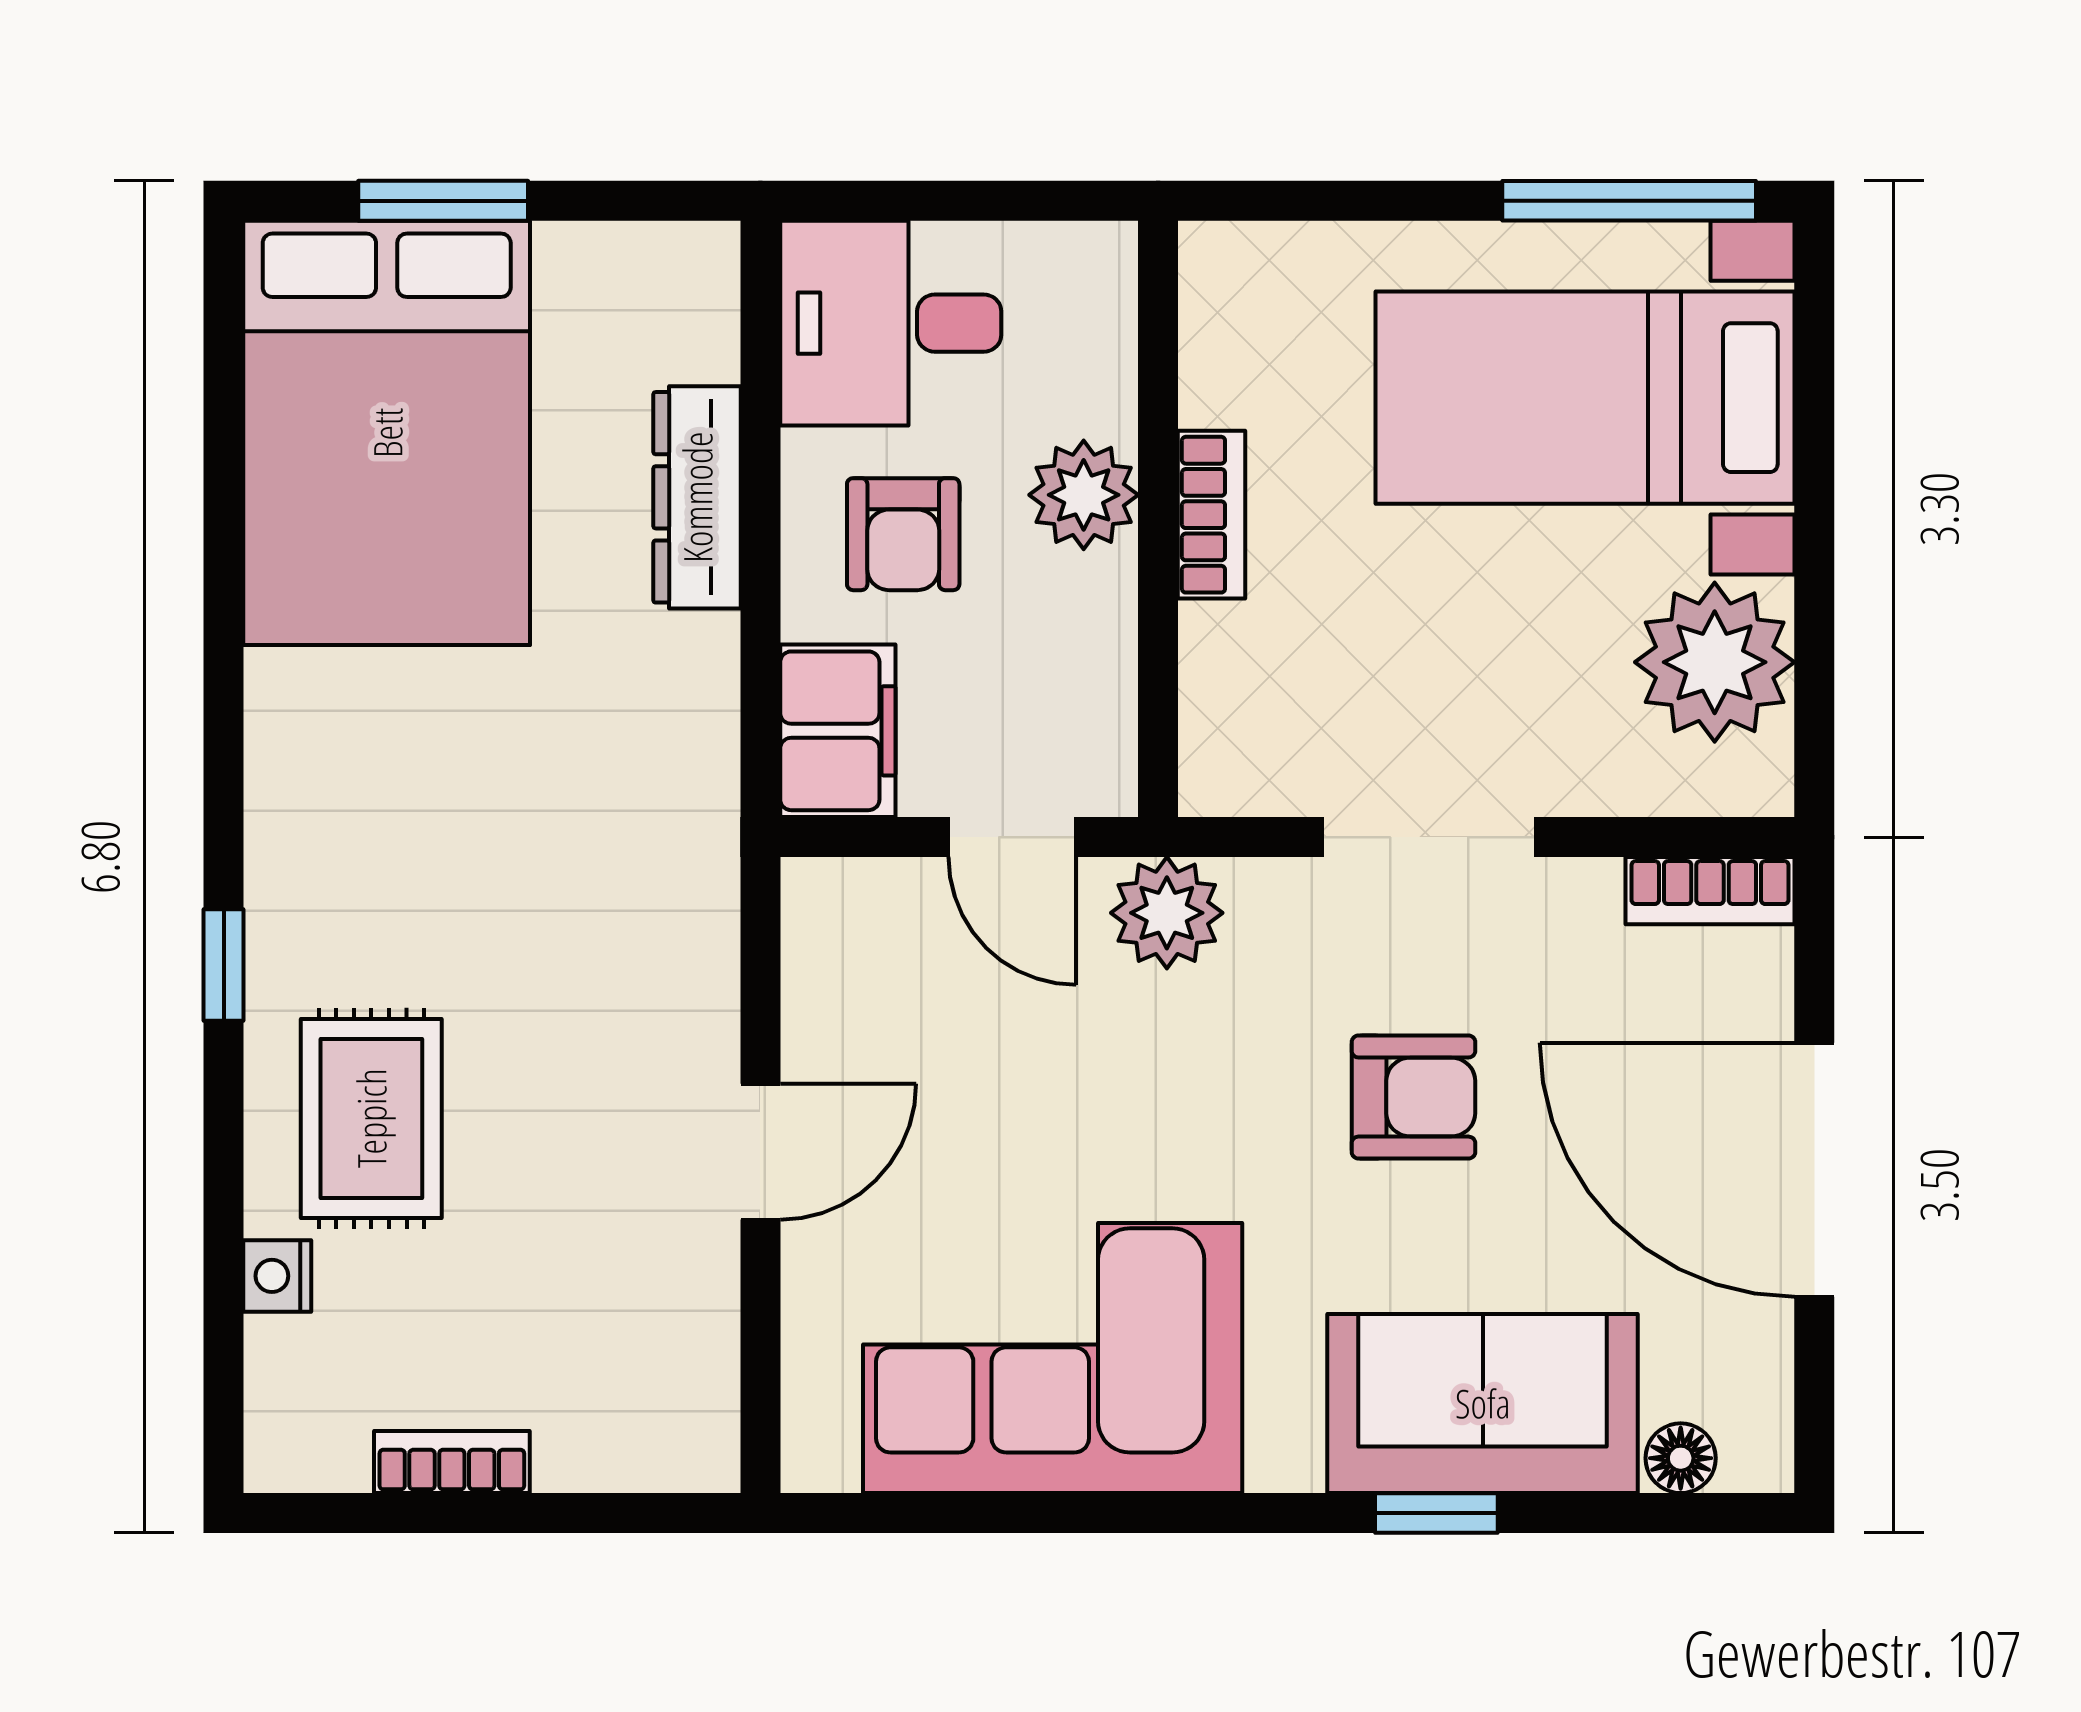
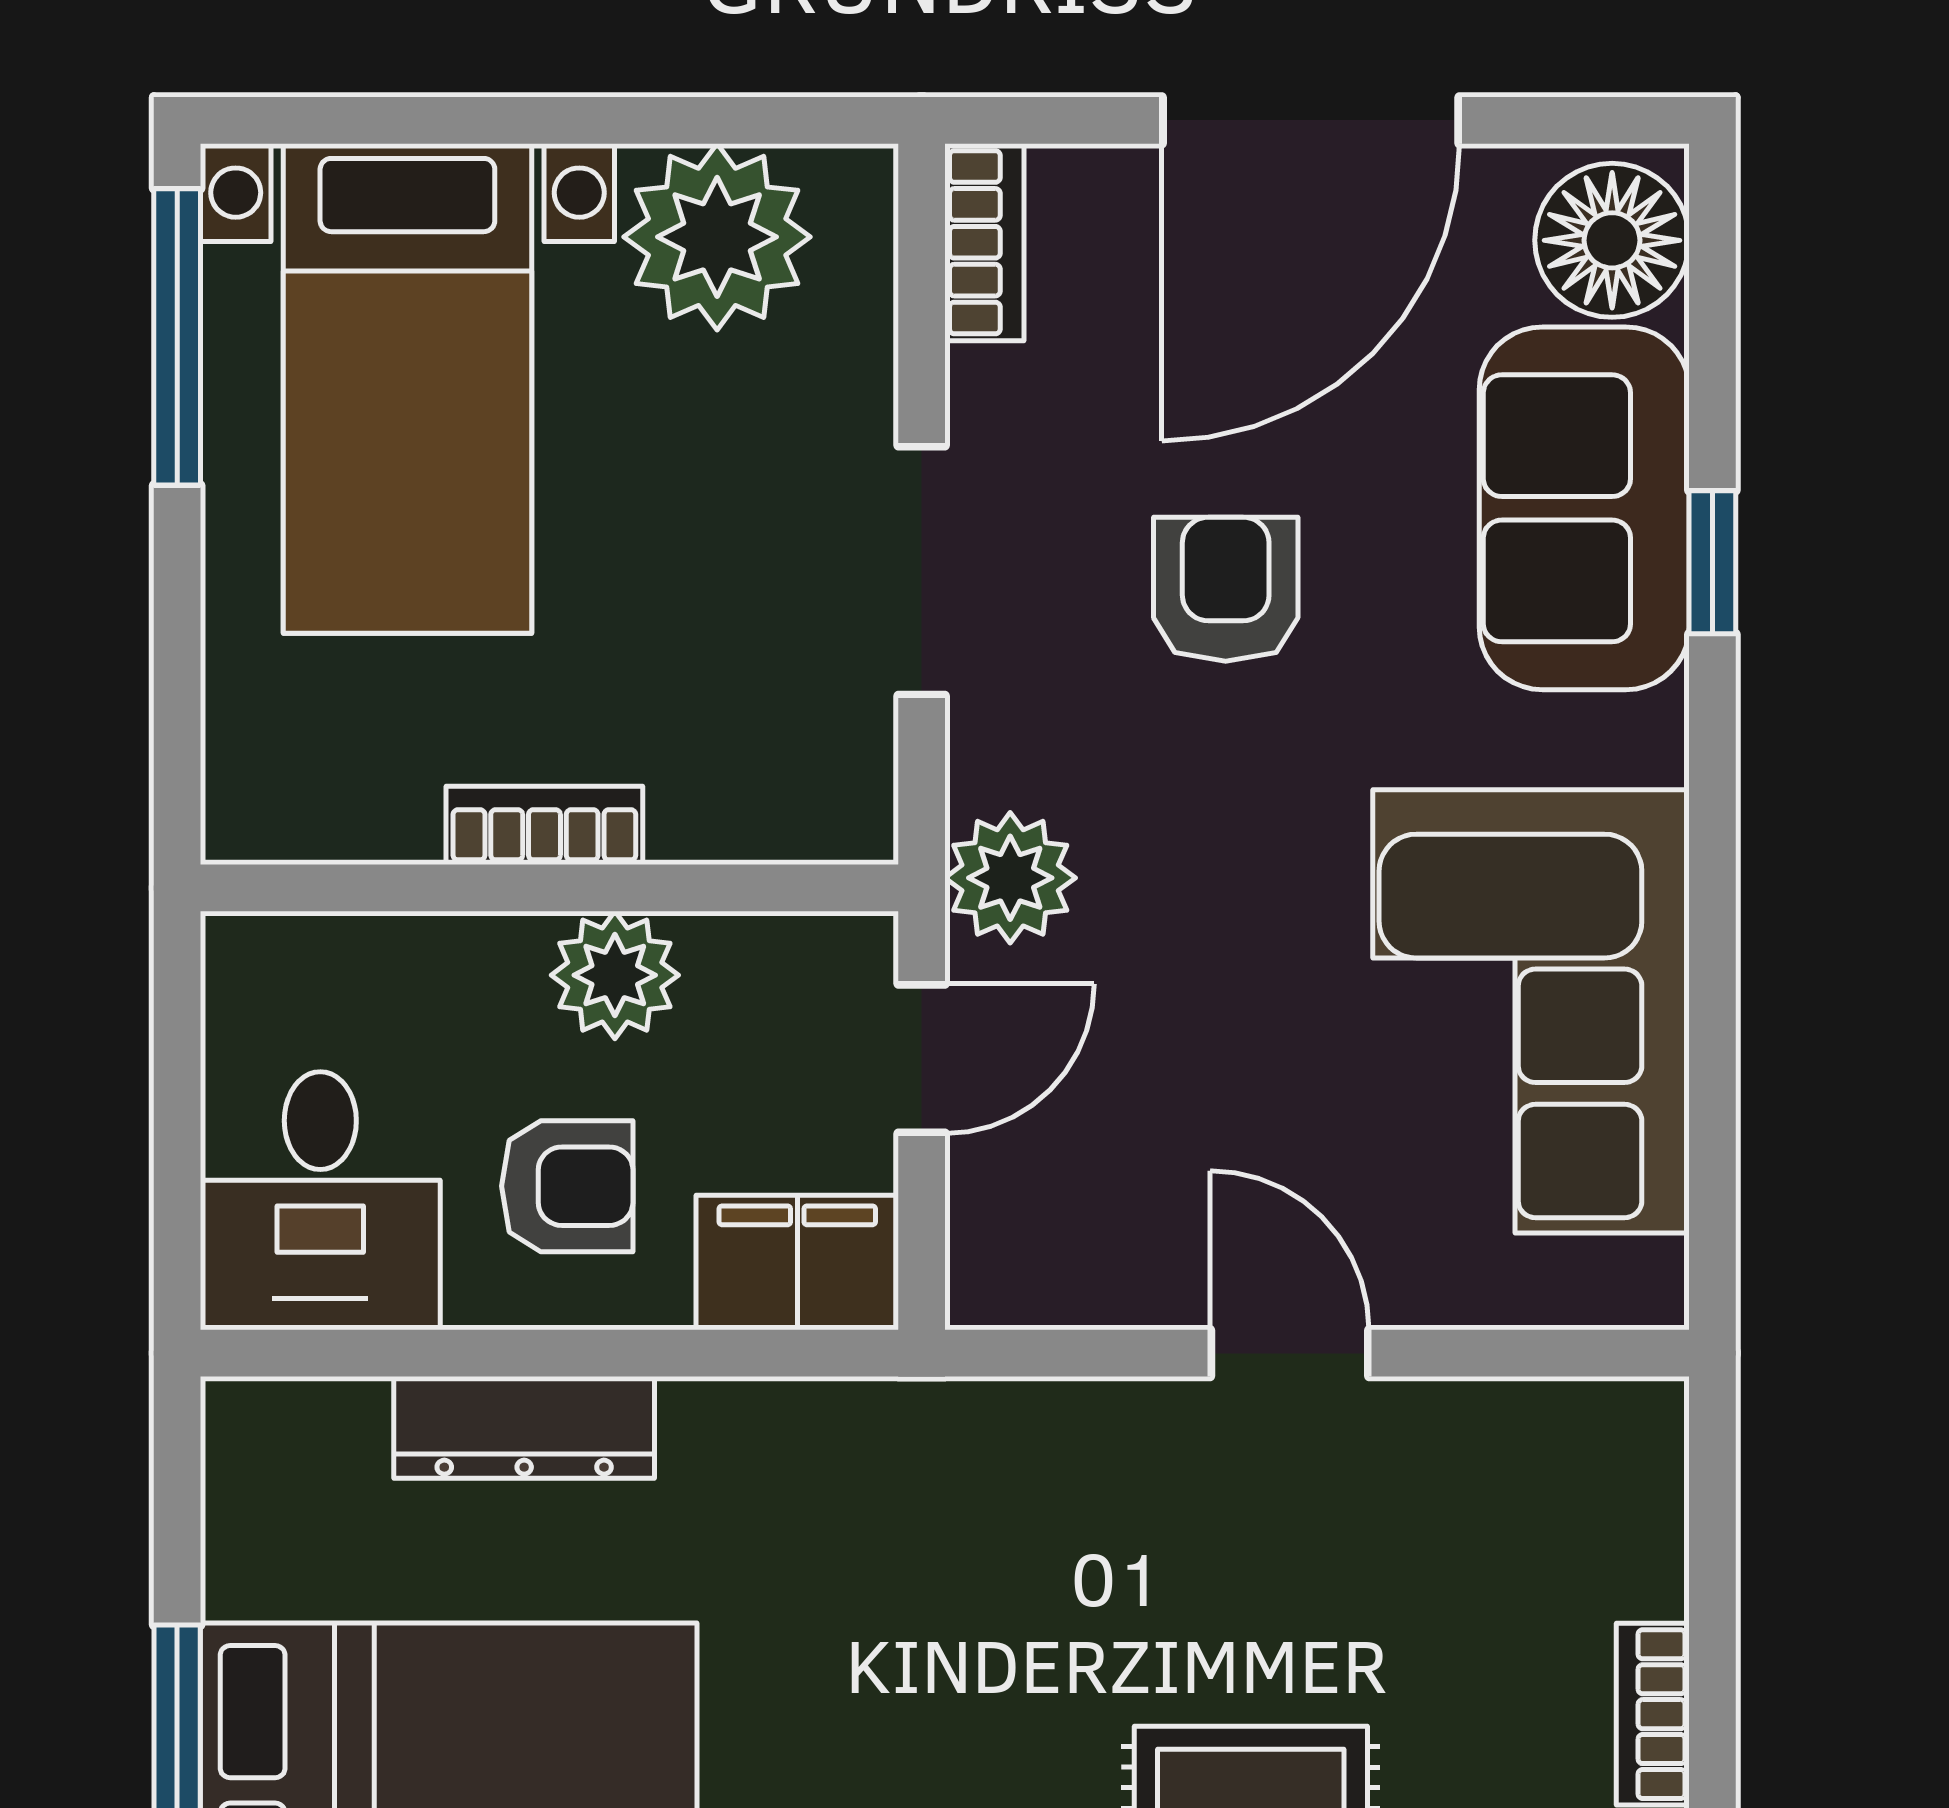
plant: (1084, 495) -> (615, 975), moved
floor lamp: (1681, 1458) -> (1612, 240), width x1.89, depth x1.89

